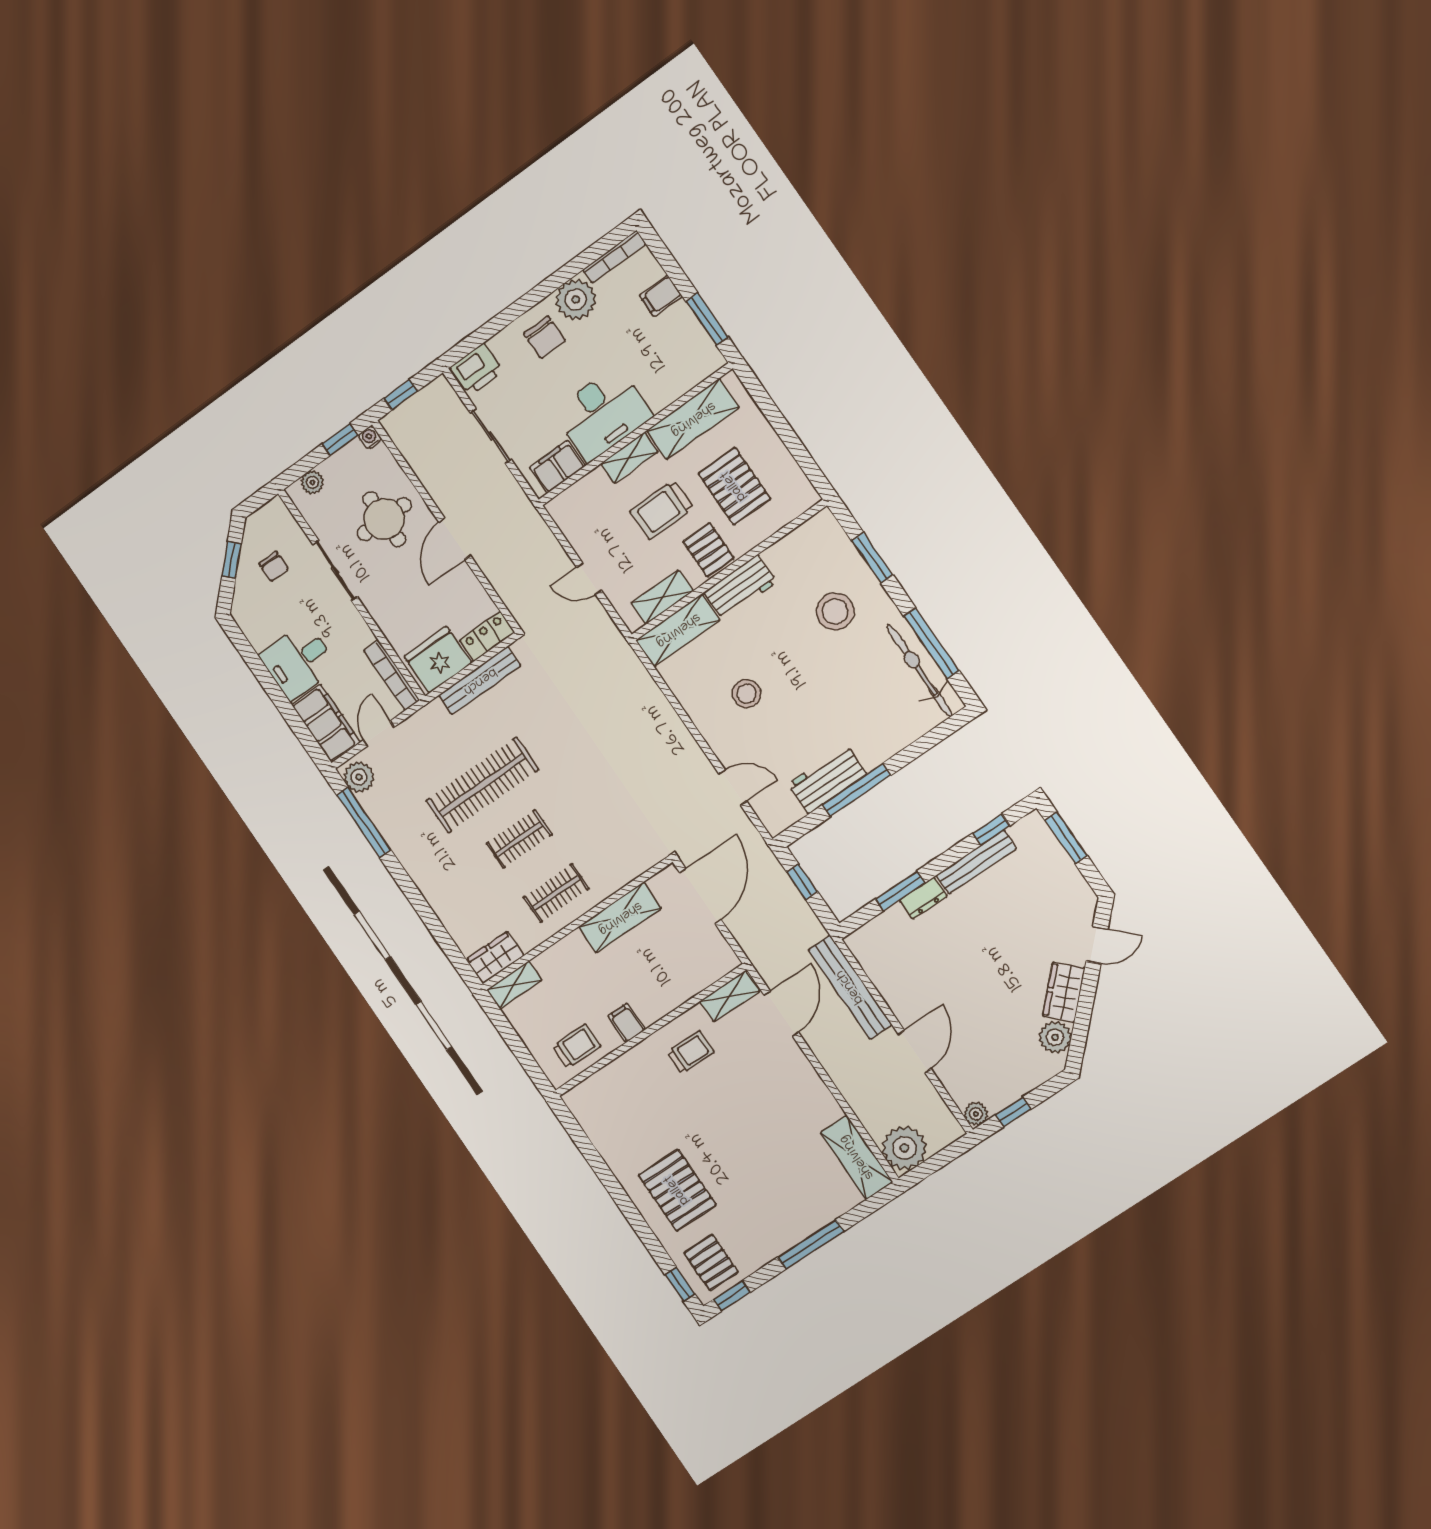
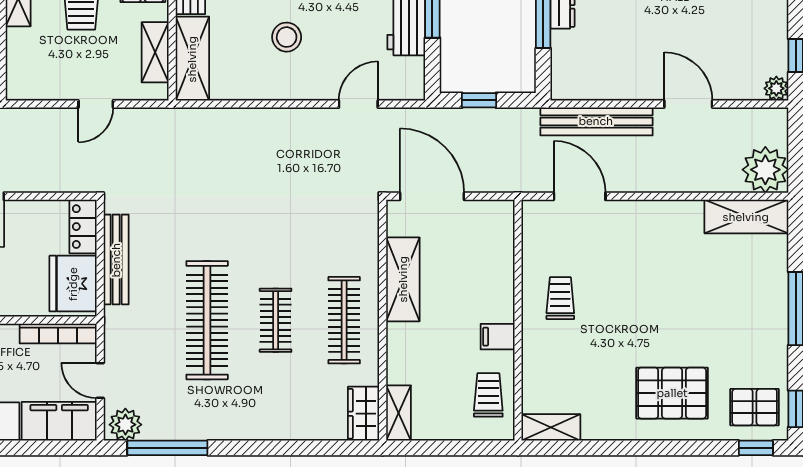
clothes rail: (556, 893) -> (344, 320), width x1.36
shelving: (730, 996) -> (551, 427), moved, turned 90

